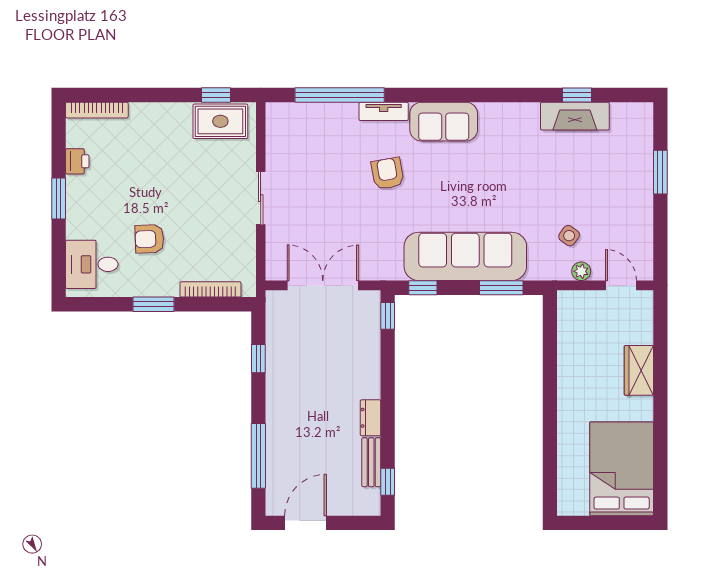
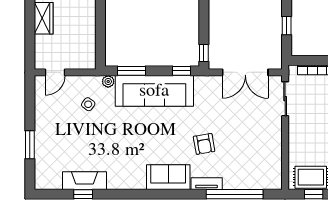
sliding door: (261, 198) -> (285, 99), moved
plant: (581, 271) -> (108, 81), moved
door: (621, 285) -> (55, 72), hinge flipped

